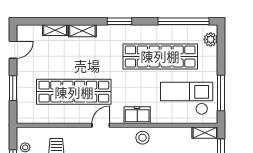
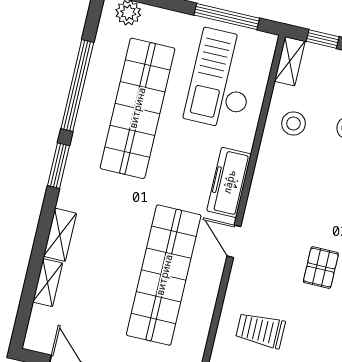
window: (183, 21) -> (77, 85), moved
freezer: (137, 115) -> (229, 182), width x1.40
stool: (142, 138) -> (293, 123), moved

